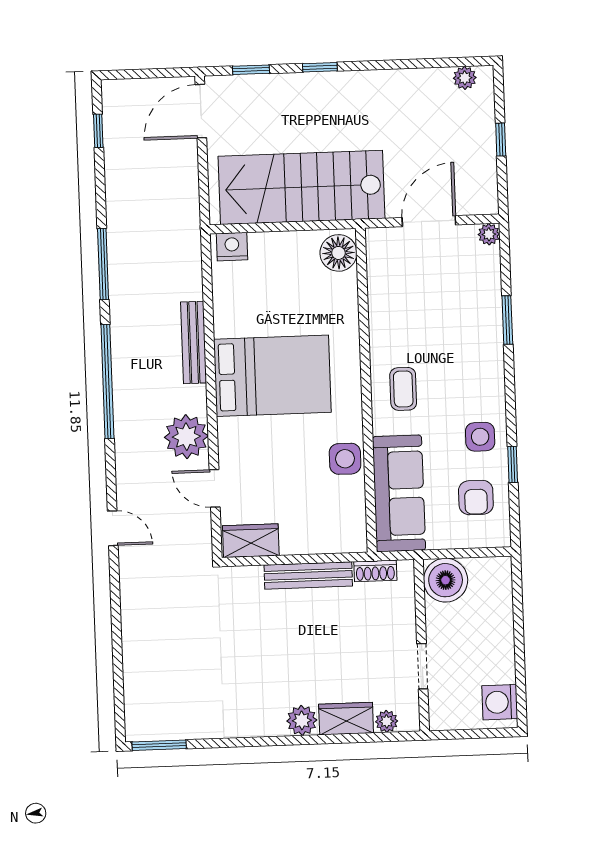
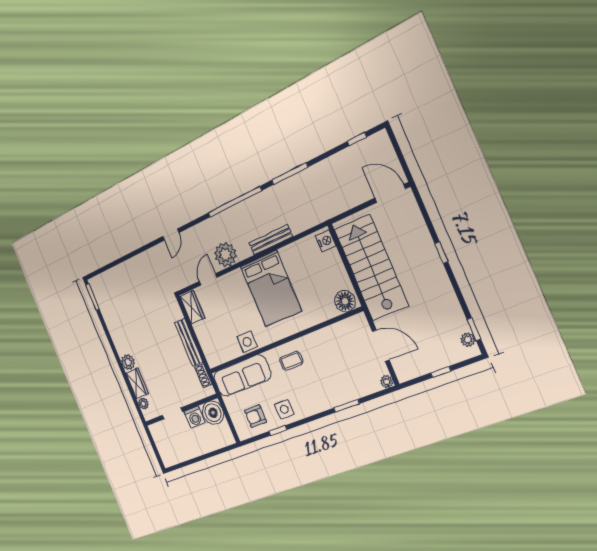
window: (251, 70) -> (474, 329), moved
washing machine: (500, 702) -> (195, 417), moved, turned 180

